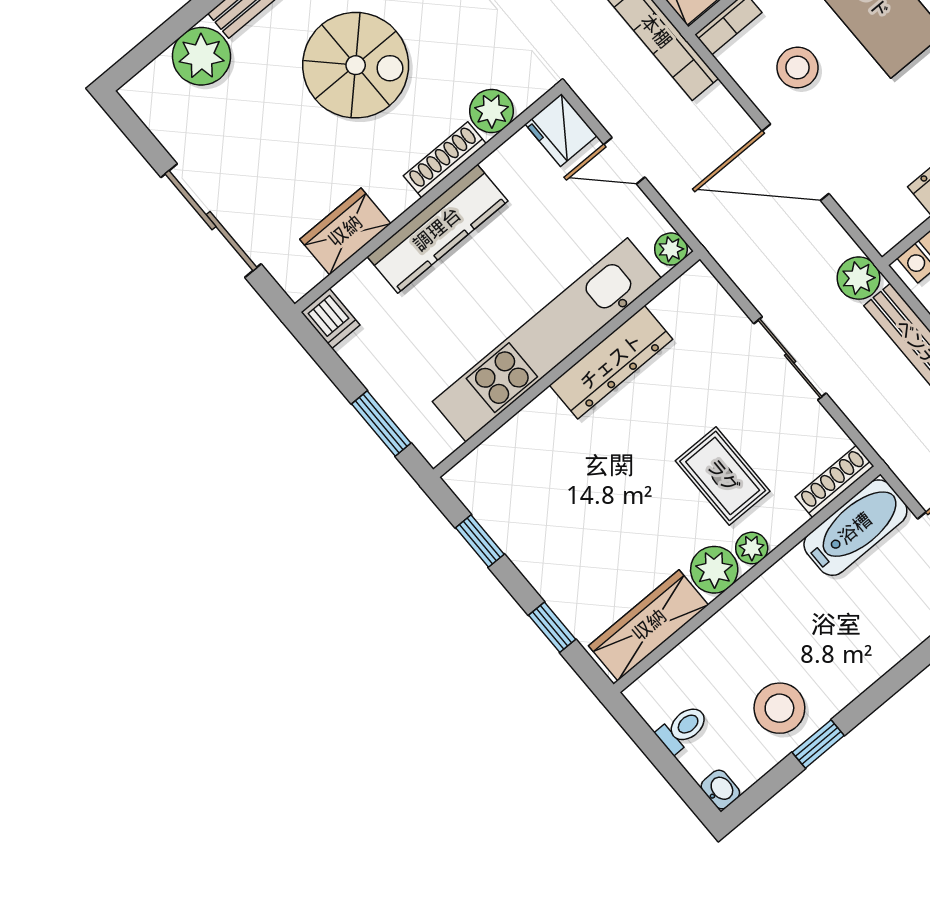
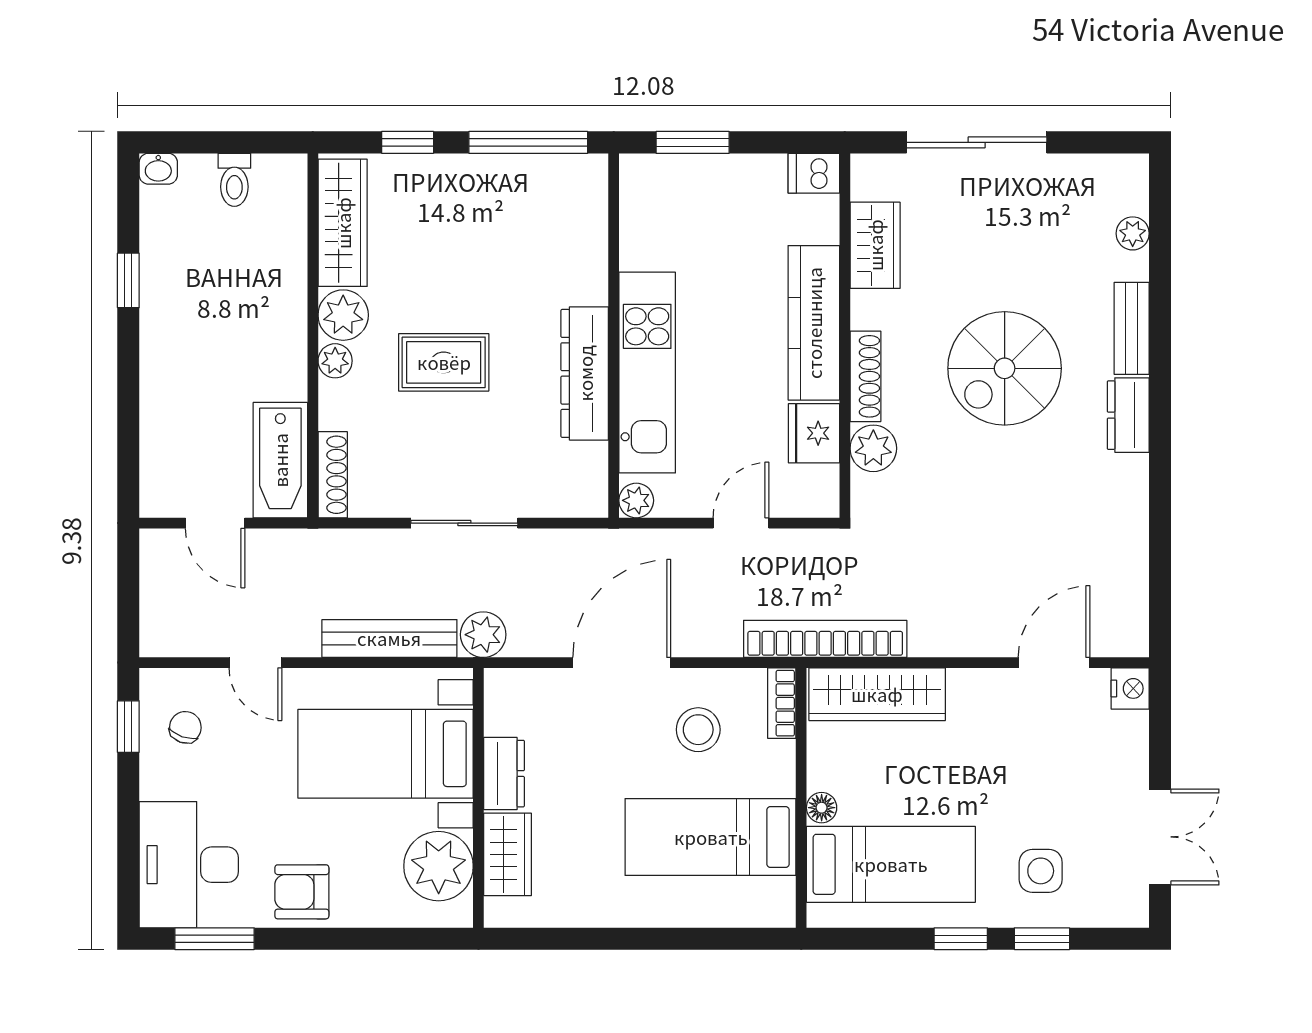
plant: (201, 56) -> (1133, 233), width x0.53, depth x0.53
fridge: (561, 130) -> (814, 433), moved, turned -90
kitchen unit: (547, 340) -> (647, 373), width x0.73
rug: (723, 476) -> (444, 362), moved
window: (480, 541) -> (528, 142), width x2.17
stool: (779, 708) -> (184, 273), removed

